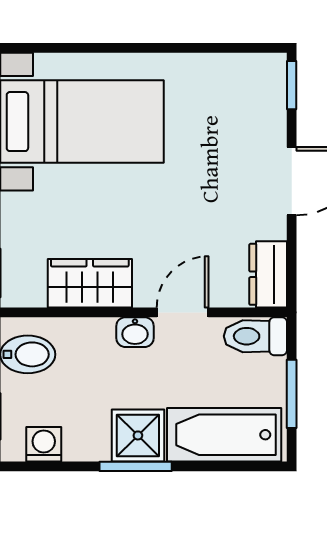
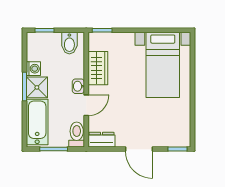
door: (183, 312) -> (86, 105), hinge flipped
washing machine: (44, 444) -> (33, 69), moved

